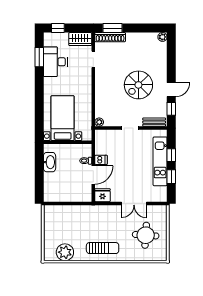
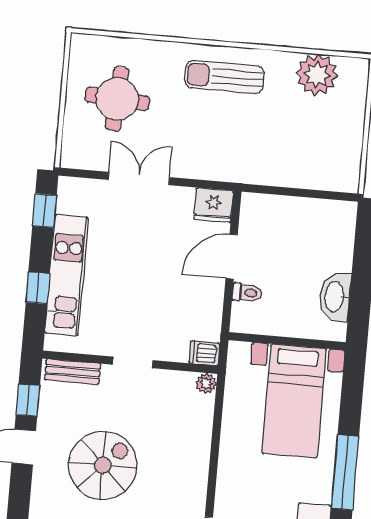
window: (39, 91) -> (345, 472), added
dishwasher: (101, 160) -> (204, 353), moved
window: (171, 177) -> (44, 211), moved

